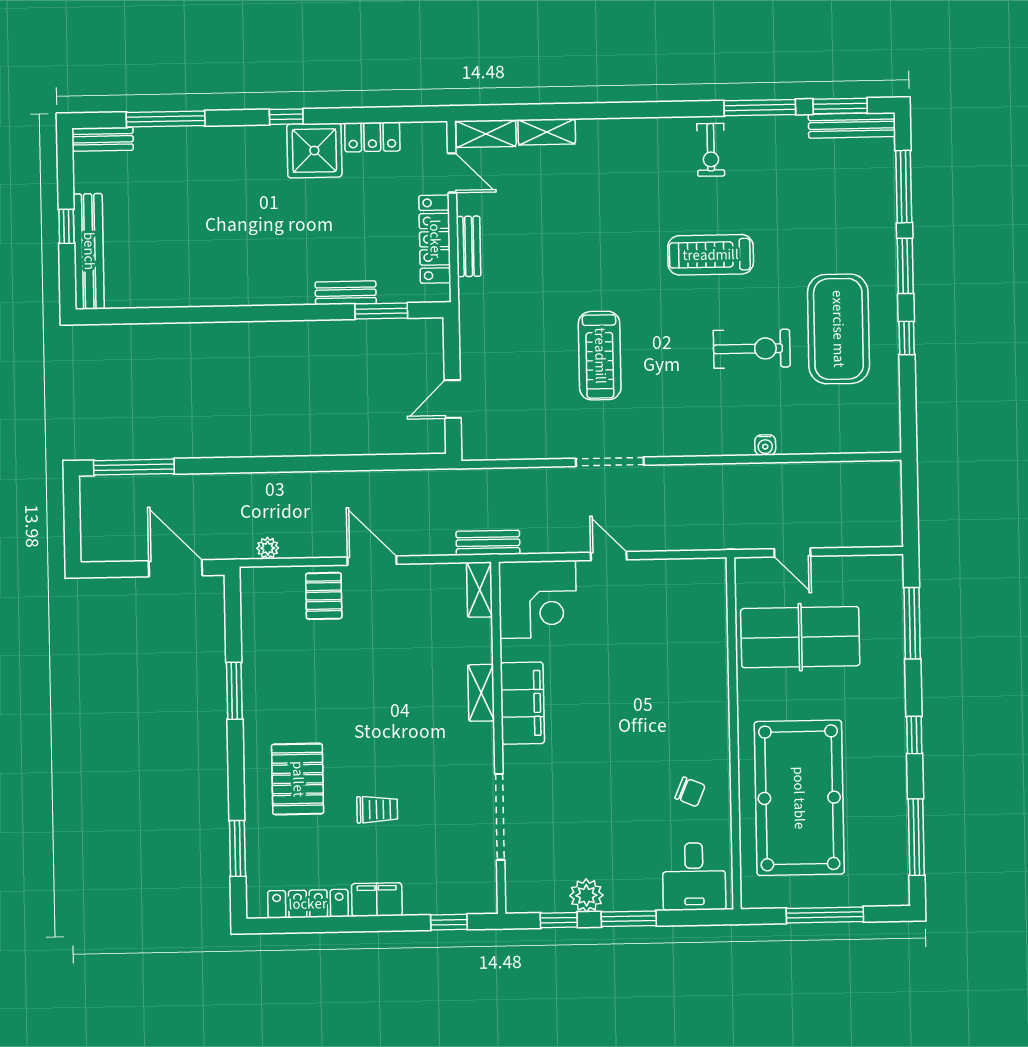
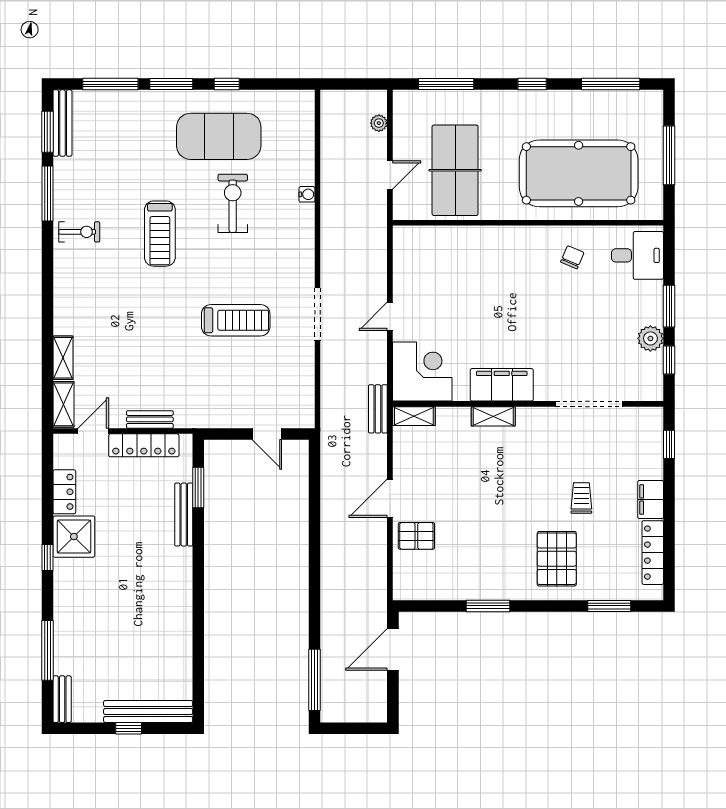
bench: (346, 293) -> (184, 515), width x1.36
plant: (268, 548) -> (379, 123), moved
pallet: (298, 779) -> (557, 559), turned 90

